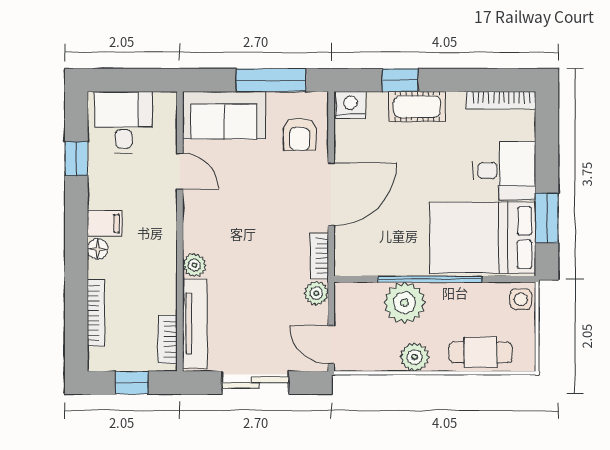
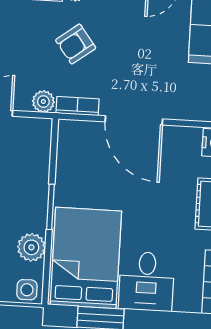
armchair: (300, 134) -> (76, 44), moved, turned -37
window: (430, 279) -> (50, 207), width x0.47
plant: (405, 303) -> (31, 247), moved, width x0.73, depth x0.73

